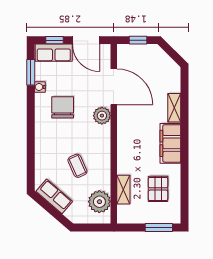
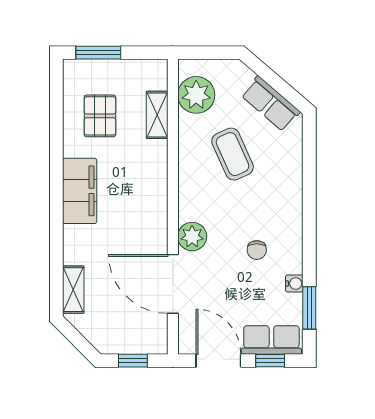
chair: (63, 107) -> (257, 250), width x0.54, depth x0.54
shelving: (174, 108) -> (73, 290), moved
coffee table: (77, 166) -> (233, 154), width x1.36, depth x1.30

